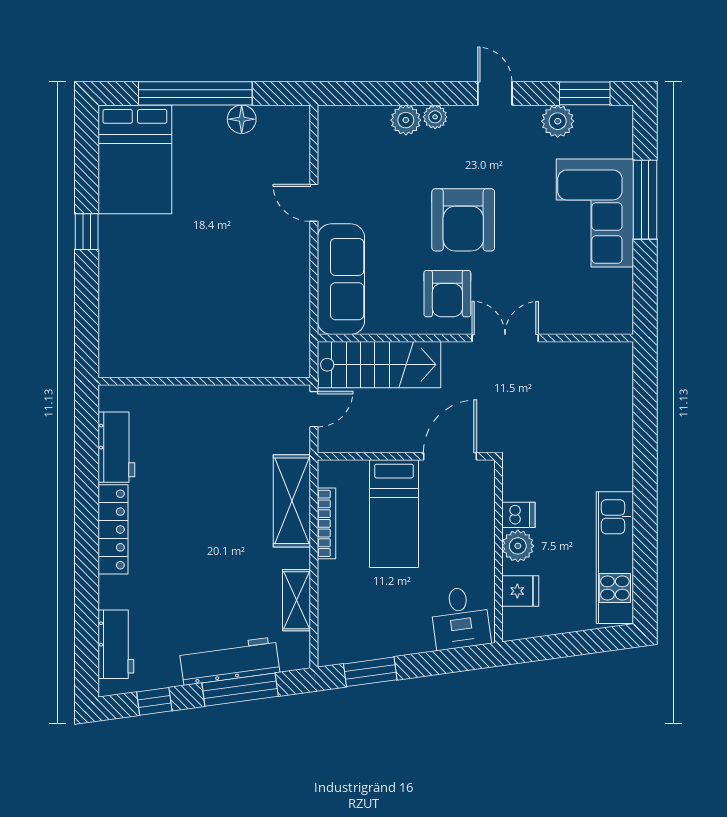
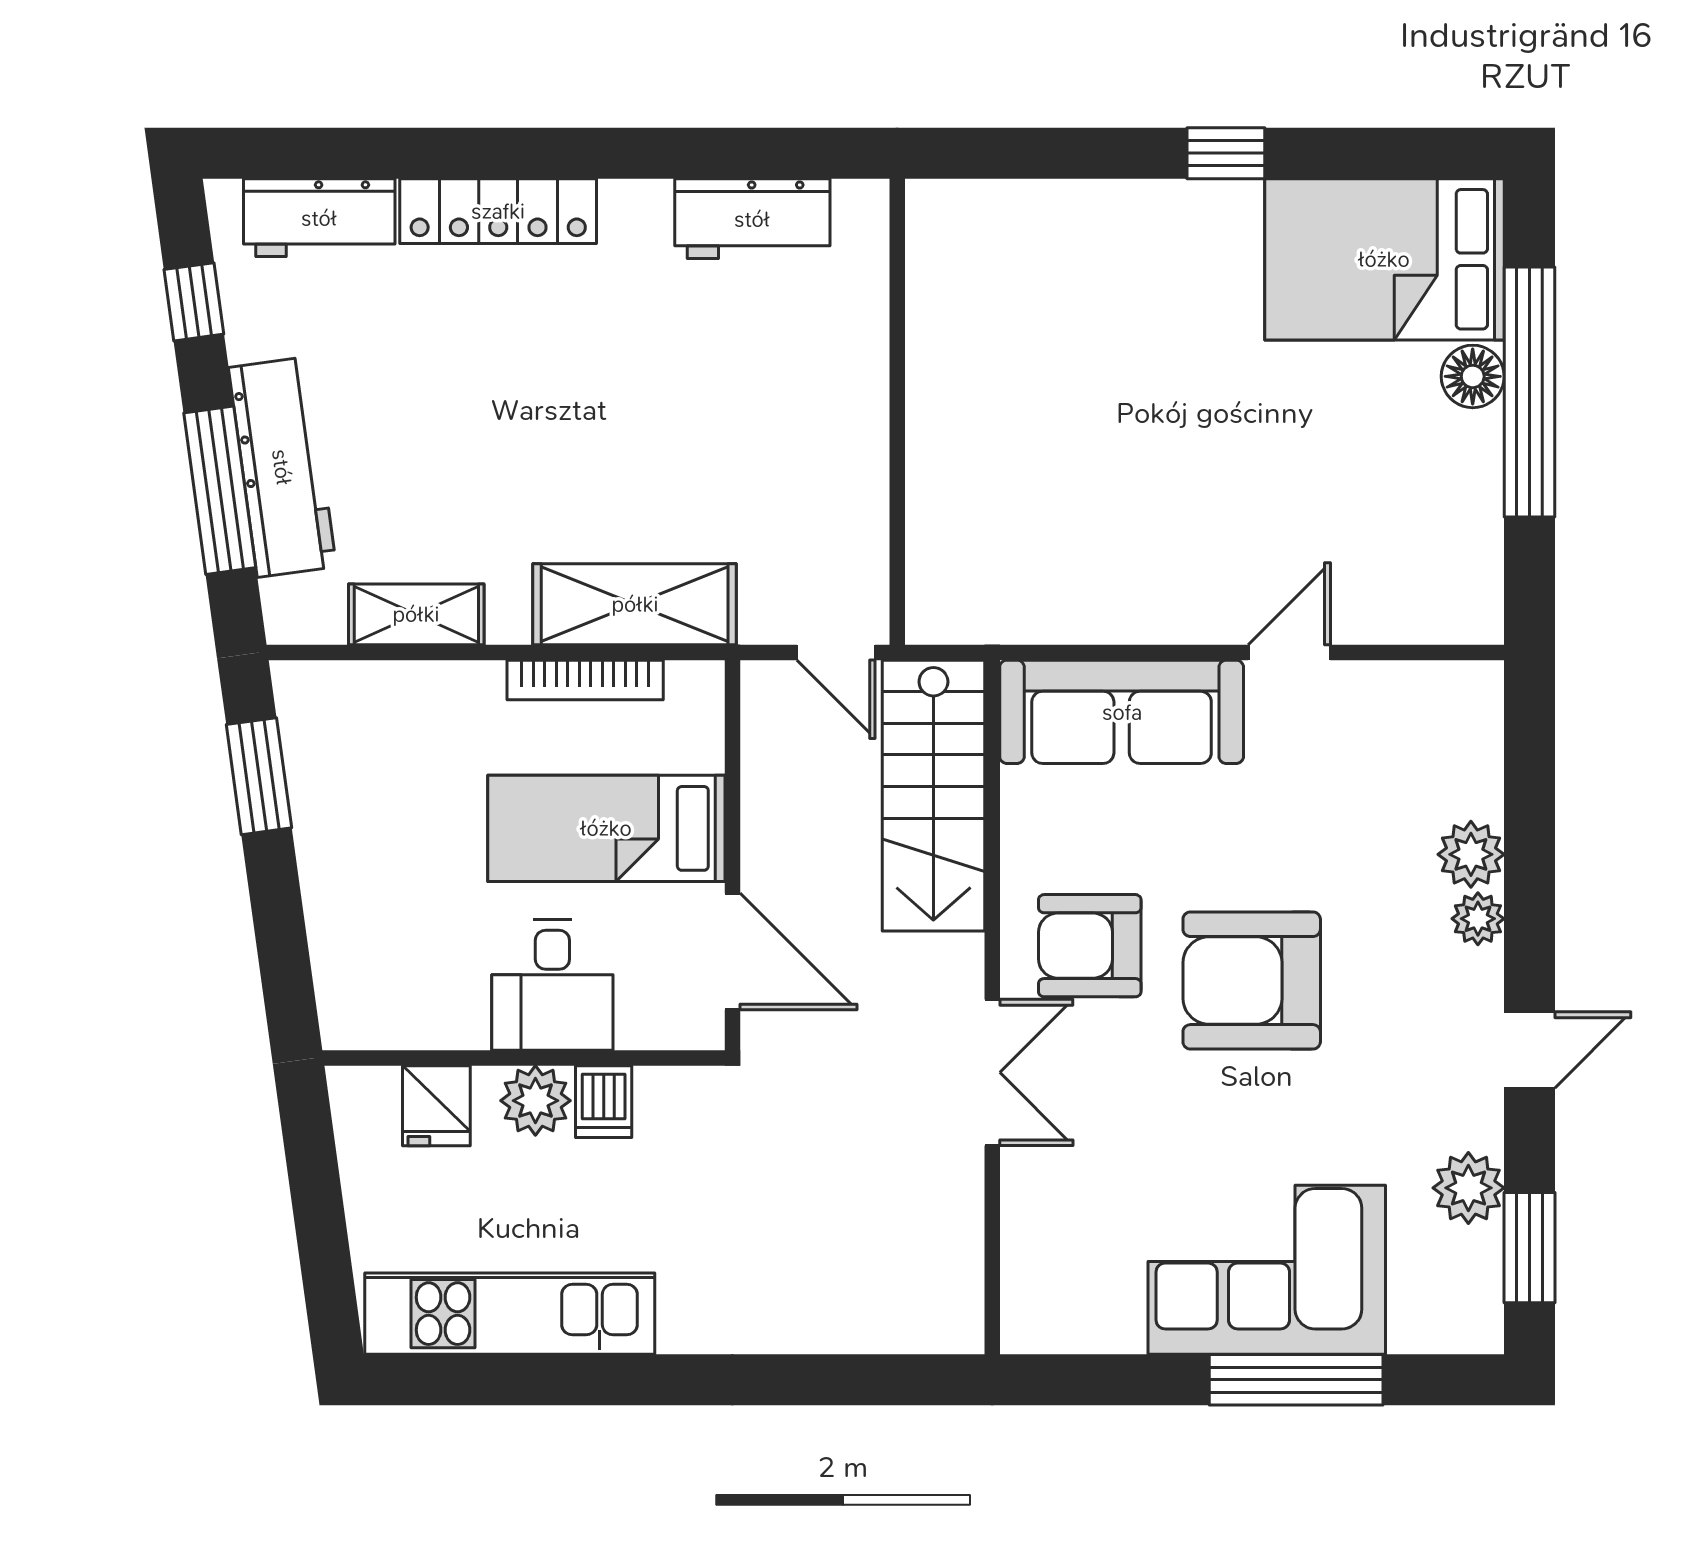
floor lamp: (242, 119) -> (1473, 376), moved
locker: (113, 529) -> (498, 211), moved
desk: (460, 618) -> (552, 985), moved, turned -82

